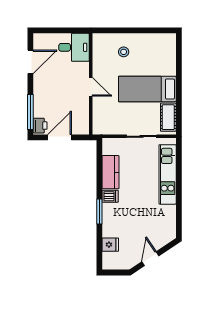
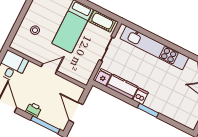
printer: (40, 126) -> (34, 110), moved
kitchen unit: (168, 174) -> (154, 48), width x1.36
fridge: (110, 245) -> (103, 77), moved

